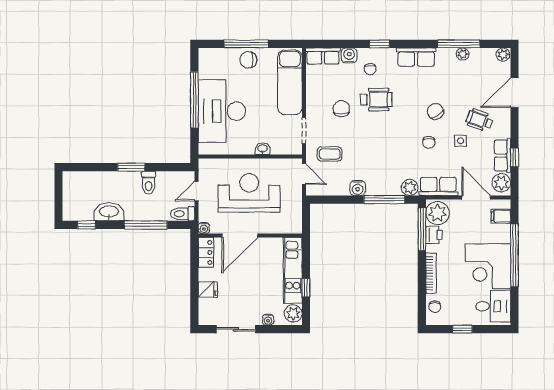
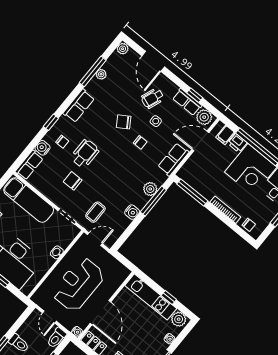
plant: (410, 187) -> (150, 189), moved
plant: (438, 213) -> (190, 174), removed
printer: (434, 235) -> (237, 143), moved, turned 180

